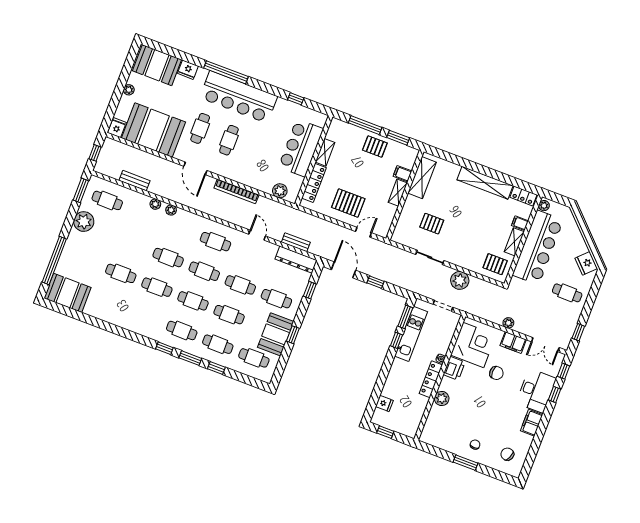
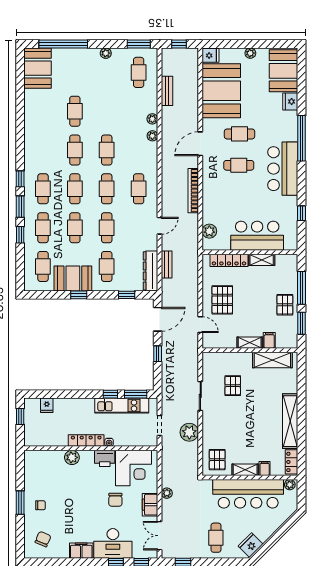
bar counter: (239, 97) -> (283, 169), width x0.73
plant: (84, 222) -> (106, 53), width x0.53, depth x0.53

